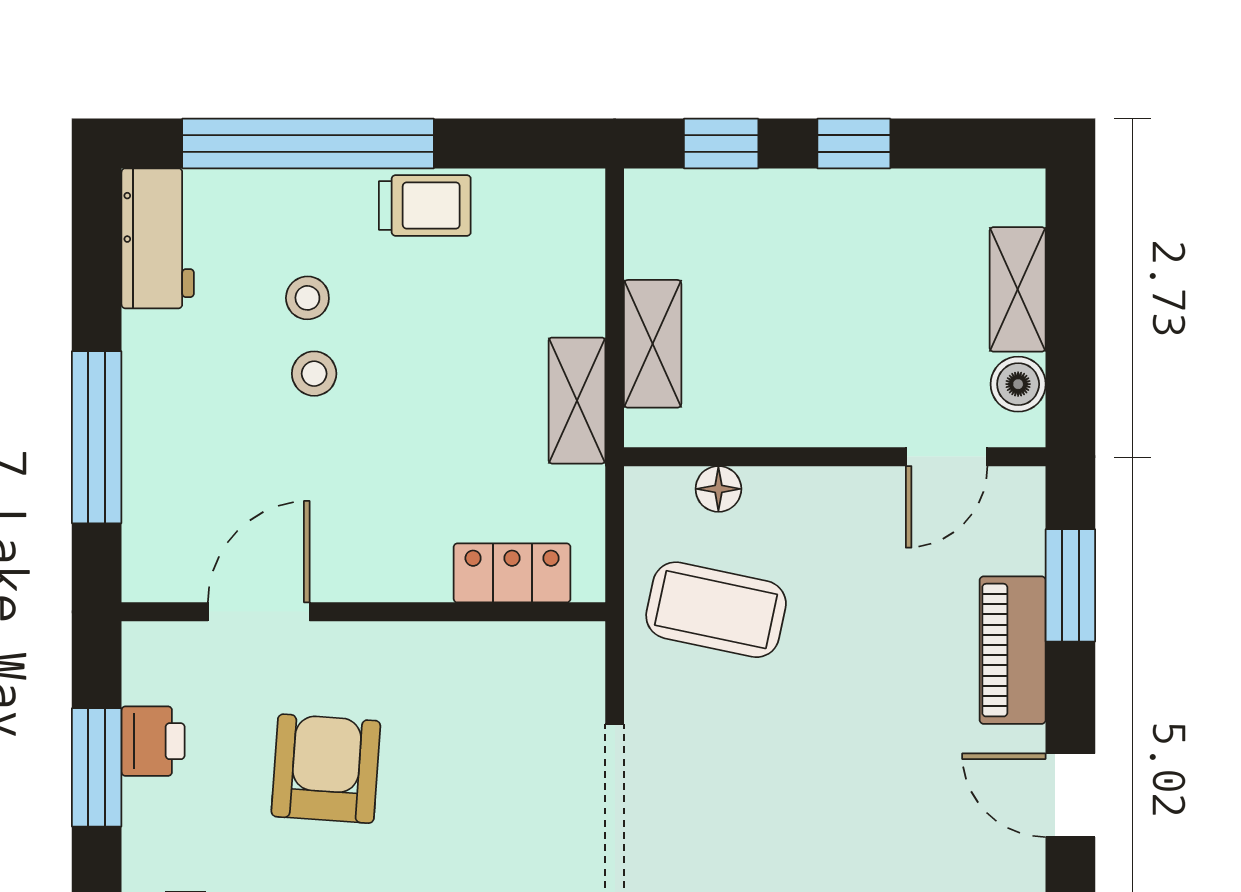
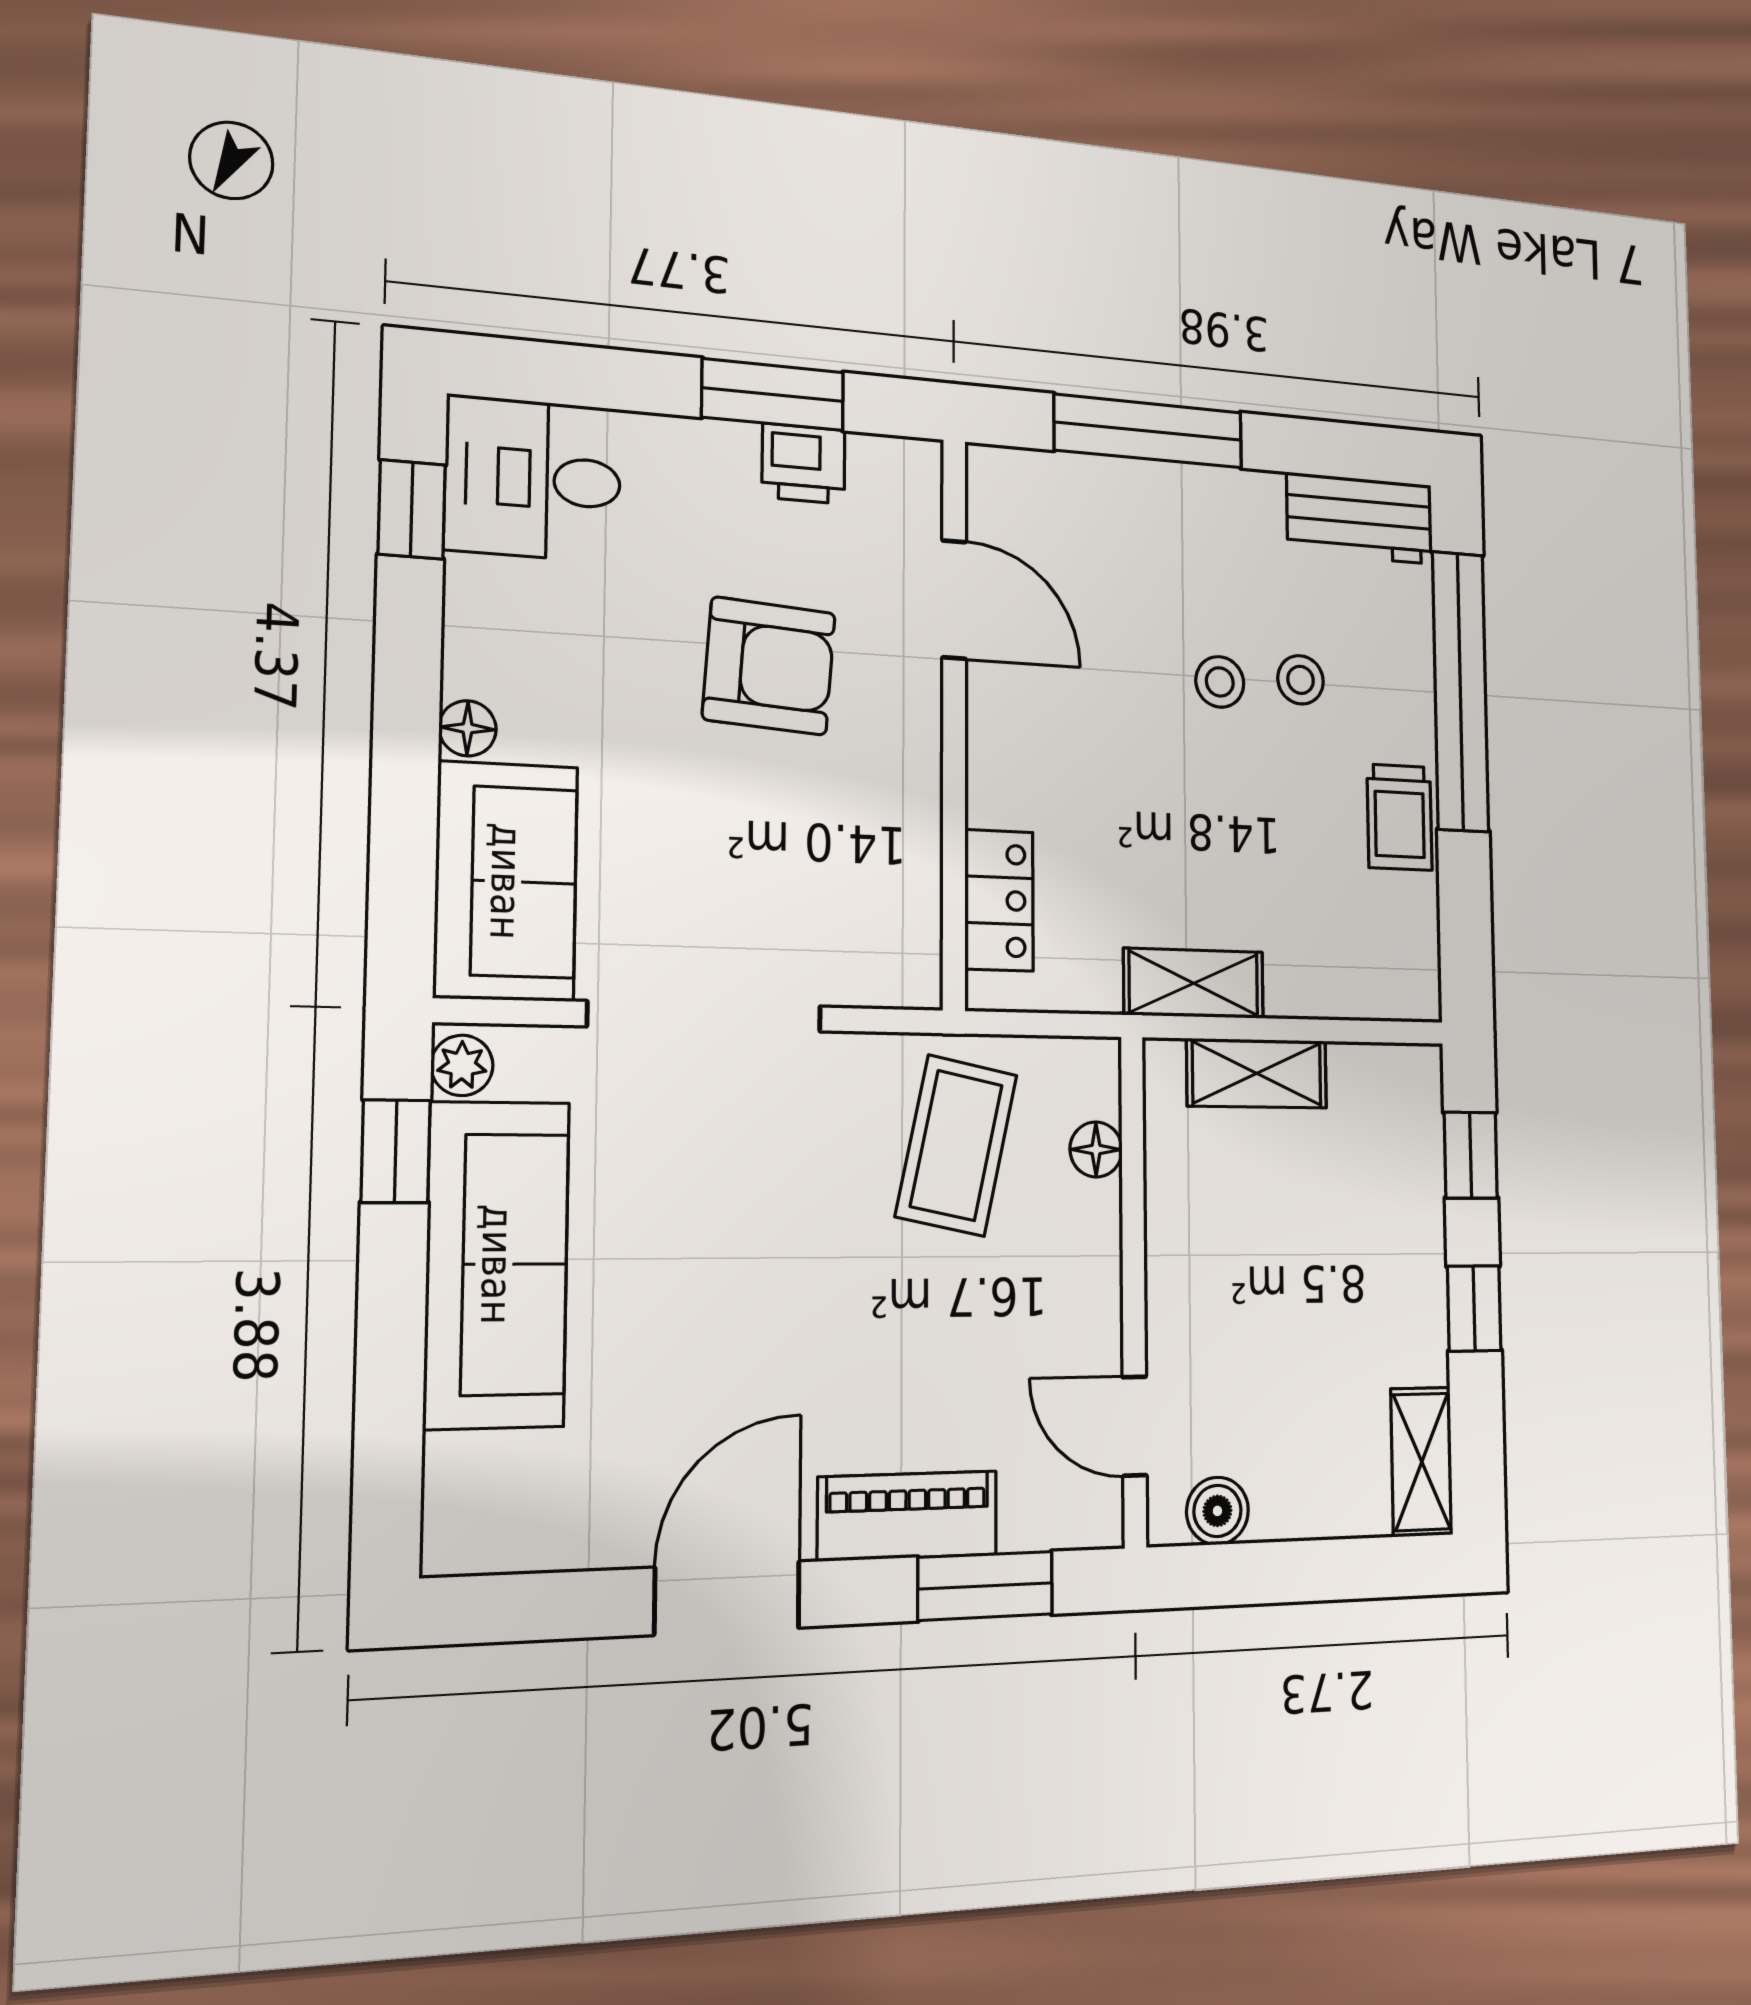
shelving: (1018, 289) -> (1422, 1462), moved, turned 90
door: (1070, 795) -> (727, 1598), width x1.38

